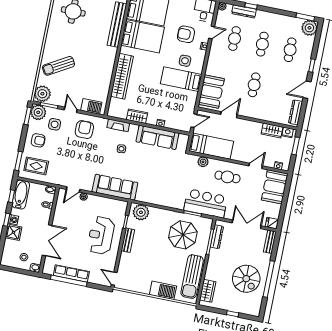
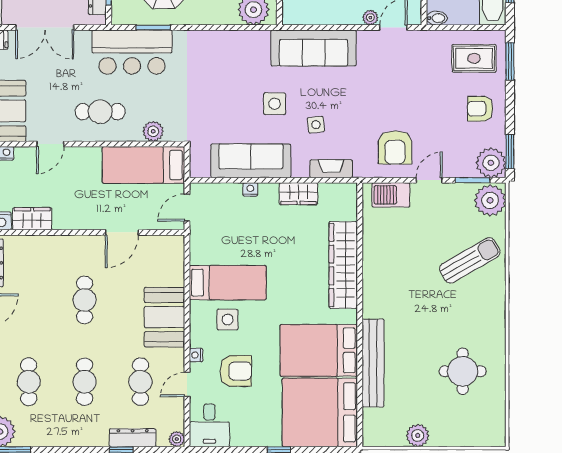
booth: (211, 92) -> (164, 317), moved
door: (71, 110) -> (429, 180), swing flipped
side table: (55, 124) -> (275, 104), moved

